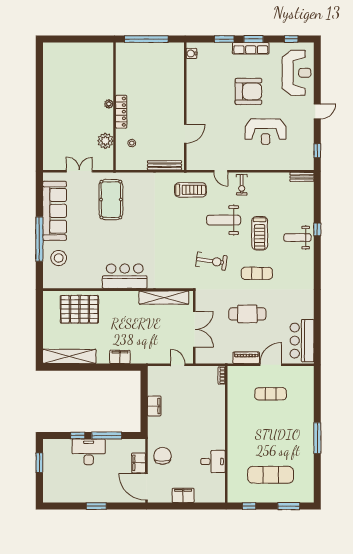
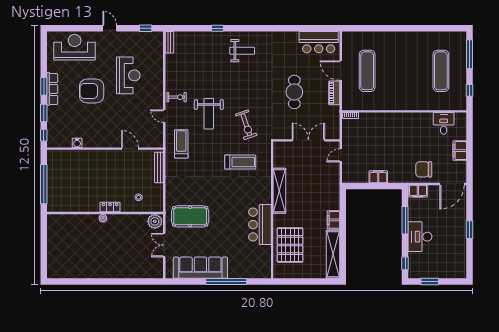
window: (291, 39) -> (44, 135), moved
water cooler: (192, 53) -> (77, 143), moved
armchair: (248, 91) -> (92, 91), turned -90
locker: (121, 112) -> (110, 207), width x0.66
plant: (105, 141) -> (155, 221), moved
door: (221, 171) -> (164, 116), swing flipped
treadmill: (260, 233) -> (240, 162), moved
weight bench: (298, 238) -> (242, 51), moved, turned -90
stool: (59, 258) -> (243, 264), removed
exercise bike: (211, 261) -> (246, 125), turned 153
exercise mat: (257, 273) -> (257, 83), removed
bar counter: (125, 276) -> (260, 225), moved
shelving: (164, 298) -> (279, 191), moved
filing cabinet: (120, 357) -> (334, 220), moved
exercise mat: (271, 394) -> (367, 71), width x1.36, depth x1.45
window: (78, 435) -> (405, 263), moved
window: (317, 438) -> (408, 28), removed
desk: (213, 462) -> (444, 123), moved
filing cabinet: (139, 463) -> (418, 191), moved
window: (289, 506) -> (469, 54), width x1.44

